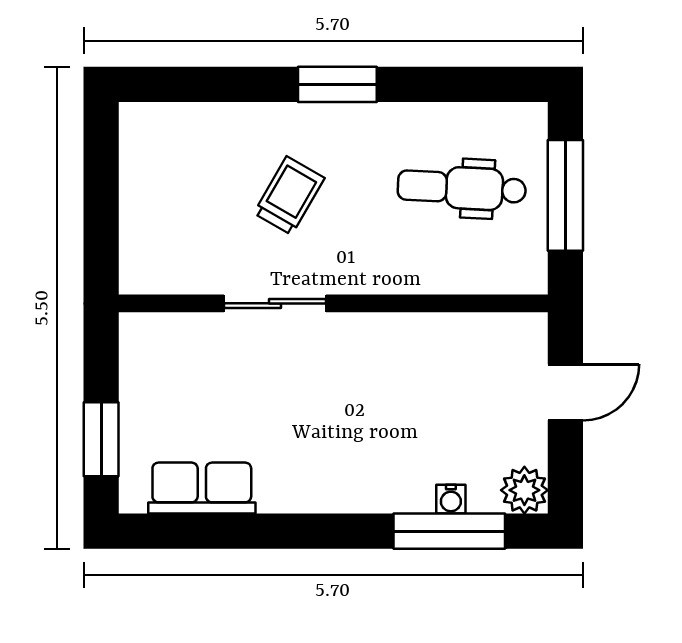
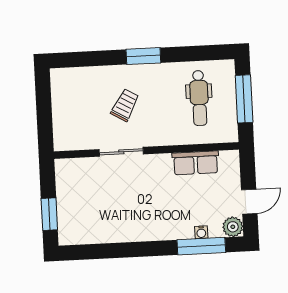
dental chair: (462, 188) -> (199, 98), turned -93
door: (565, 392) -> (249, 202), moved
row of seats: (202, 488) -> (196, 163), moved, turned 180

